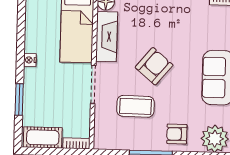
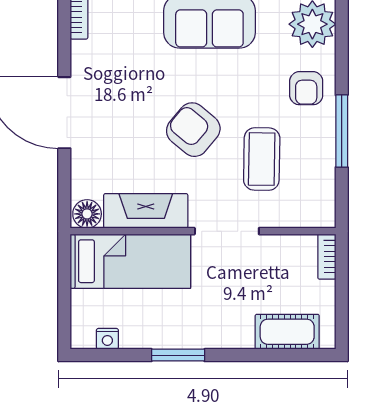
nightstand: (30, 60) -> (107, 339), moved
window: (19, 99) -> (178, 355), moved
cot: (43, 137) -> (287, 332), moved, turned 90

